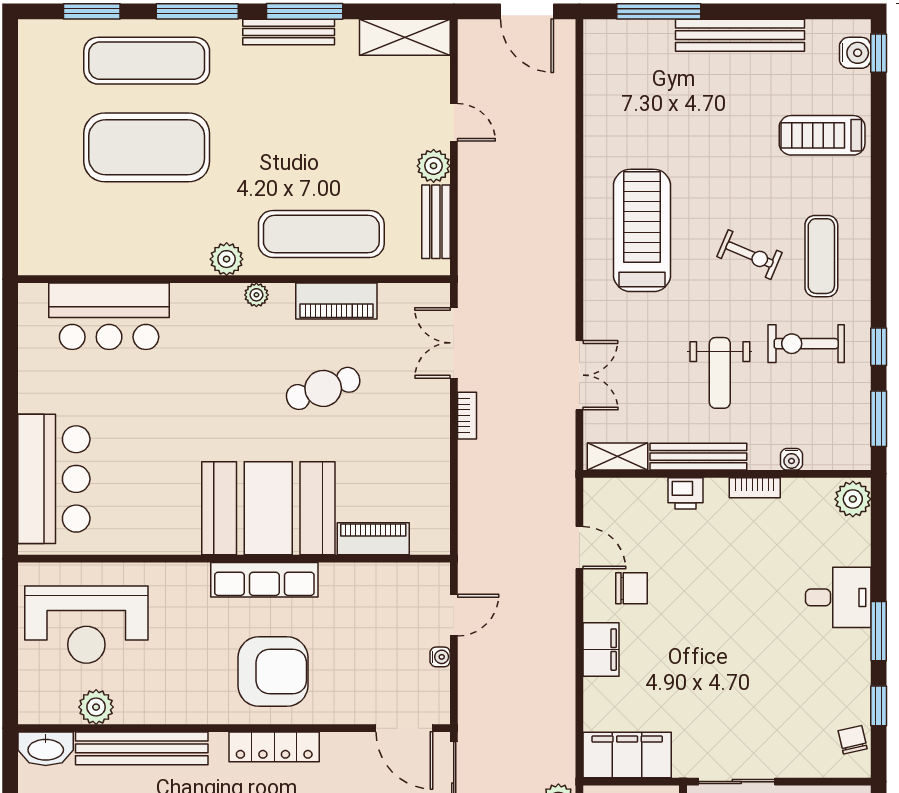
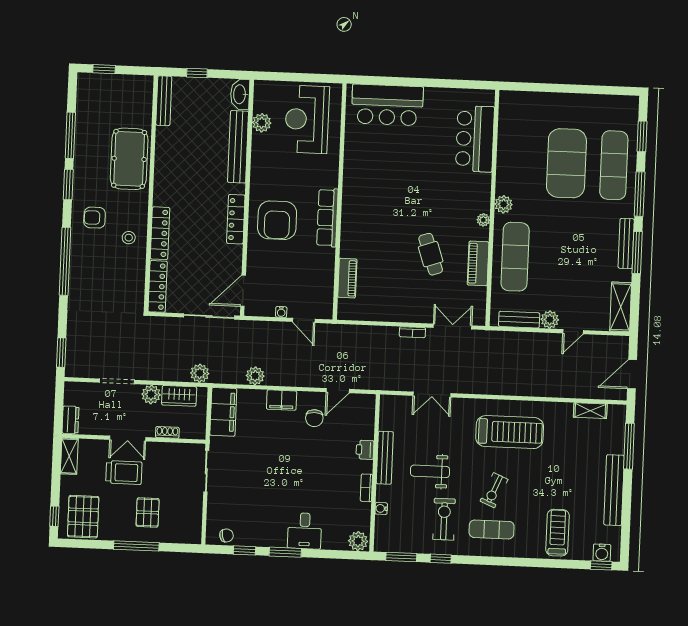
shelving: (618, 457) -> (590, 411), moved, turned 90
booth: (268, 508) -> (366, 221), removed
plant: (559, 700) -> (255, 376), added

